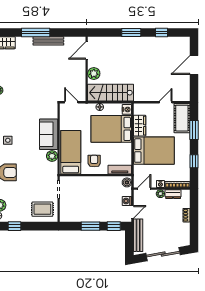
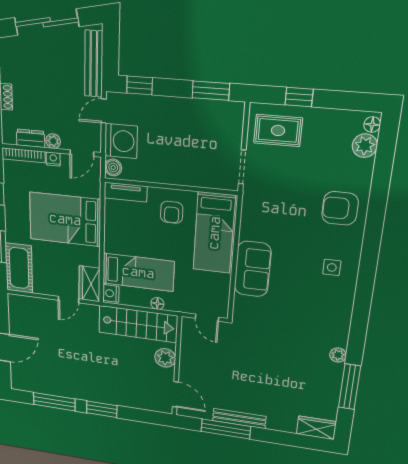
window: (36, 33) -> (226, 429), moved
window: (162, 33) -> (54, 402), width x2.17
door: (87, 51) -> (175, 394), hinge flipped
door: (166, 102) -> (68, 300), moved
wardrobe: (140, 126) -> (89, 284), moved
bed: (111, 129) -> (138, 272), width x0.67
plant: (52, 156) -> (250, 230), removed
washing machine: (127, 201) -> (121, 141), width x1.89, depth x1.89
window: (14, 226) -> (299, 97), moved
window: (90, 226) -> (211, 91), moved

